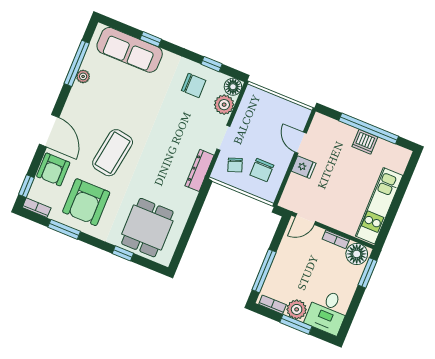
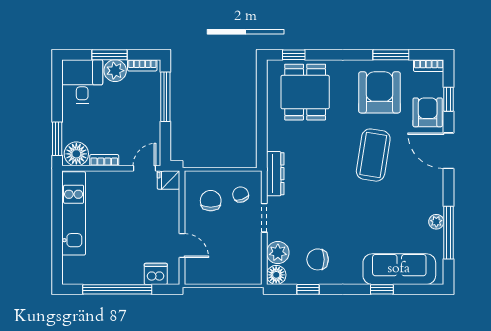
dishwasher: (365, 142) -> (156, 274), moved
fridge: (304, 167) -> (169, 180), moved
window: (26, 186) -> (449, 99), moved
window: (123, 253) -> (294, 55), moved

